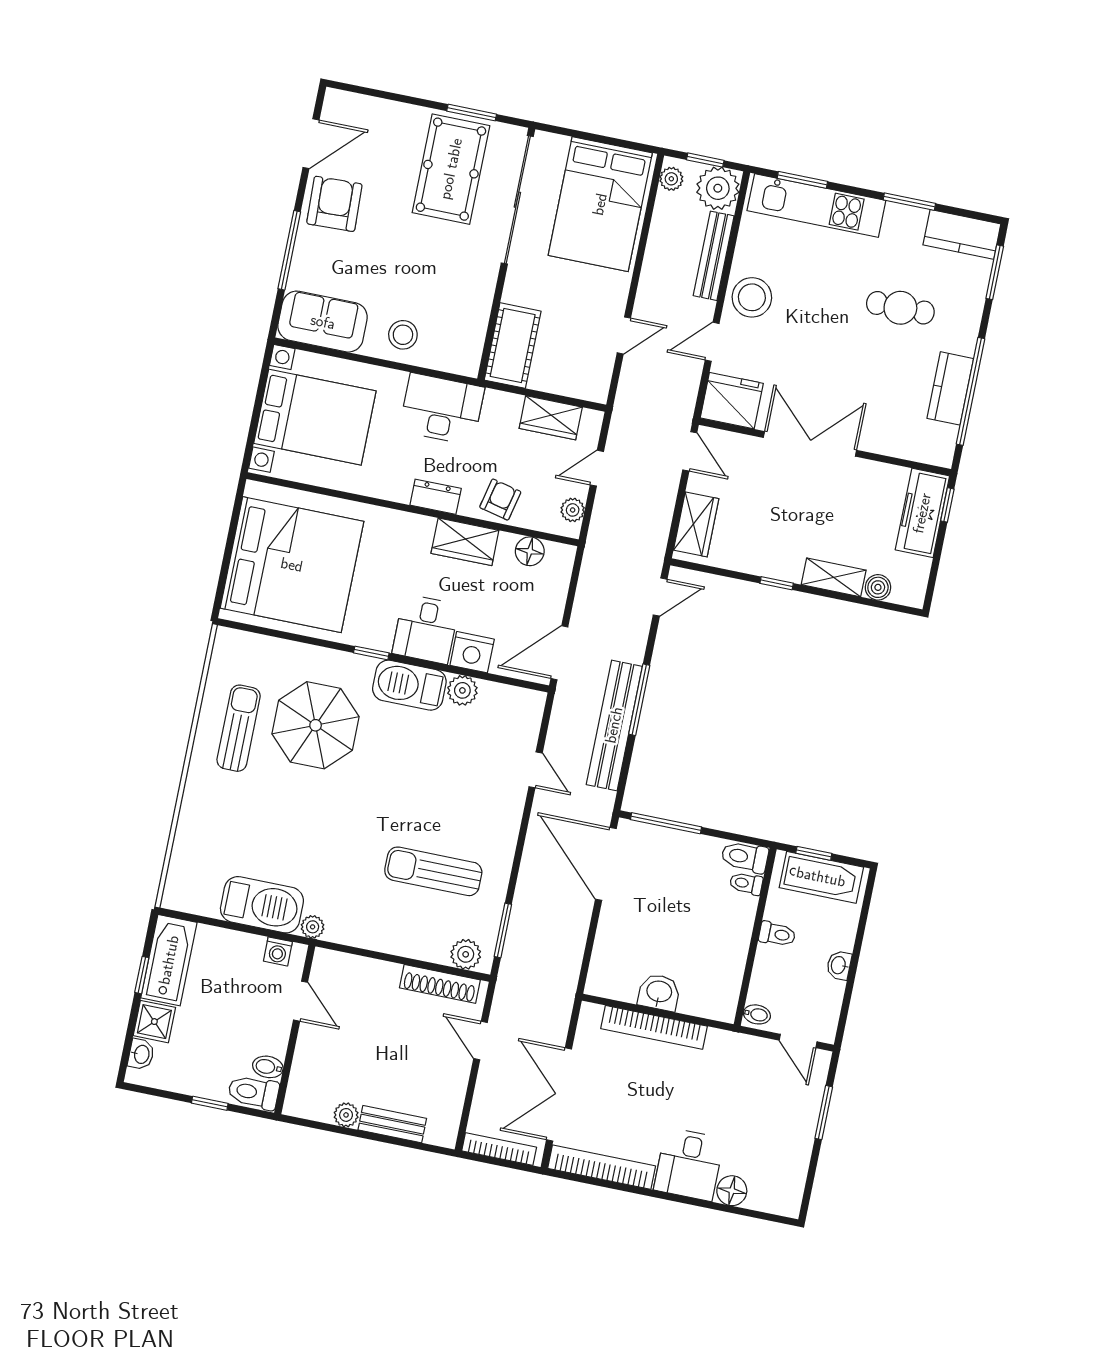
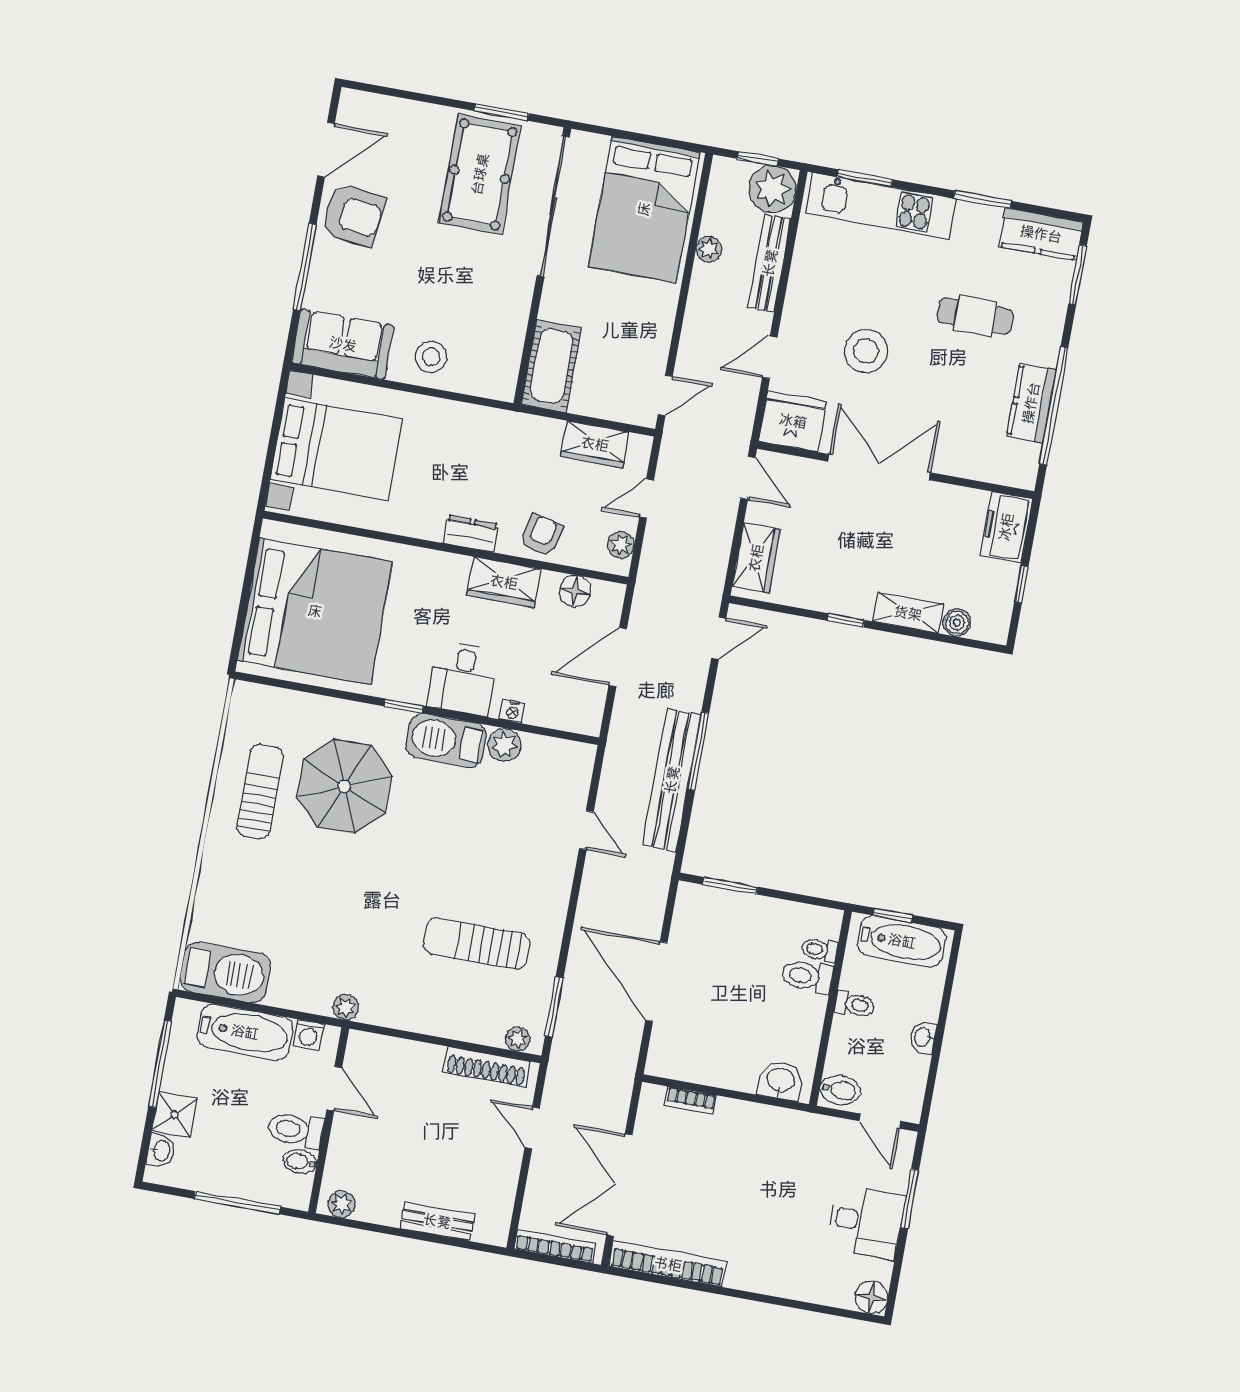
plant: (671, 179) -> (709, 249), moved
armchair: (334, 204) -> (353, 215), turned 99
stool: (752, 297) -> (866, 351), moved
door: (624, 335) -> (665, 396), moved
desk: (442, 409) -> (475, 437), removed
window: (947, 505) -> (1021, 584), moved
freezer: (922, 513) -> (1006, 527), width x0.71
nightstand: (472, 652) -> (513, 711), width x0.53, depth x0.56
door: (559, 653) -> (618, 657), moved
window: (666, 823) -> (730, 886), width x0.69
toilet: (745, 857) -> (807, 976), moved
door: (606, 864) -> (656, 981), moved
barbecue: (262, 905) -> (225, 972), moved
plant: (466, 954) -> (518, 1039), width x0.73, depth x0.73
bathtub: (169, 960) -> (245, 1032), moved, turned 90
window: (142, 975) -> (160, 1064), width x2.17
washbasin: (659, 992) -> (780, 1081), moved
bidet: (757, 1014) -> (840, 1090), width x1.38, depth x1.36
bookcase: (654, 1027) -> (691, 1101), width x0.43, depth x0.76
toilet: (253, 1092) -> (296, 1130), moved
window: (210, 1103) -> (237, 1203), width x2.17
plant: (346, 1115) -> (342, 1204), moved
desk: (689, 1164) -> (866, 1222), moved, turned -90
floor lamp: (732, 1191) -> (871, 1297), moved

